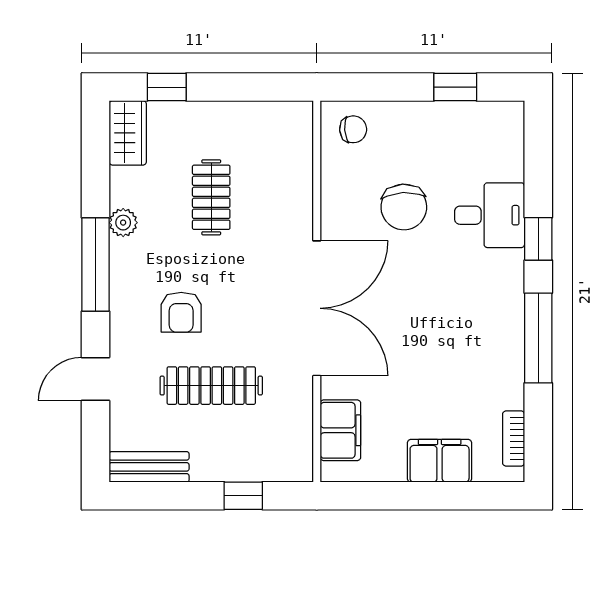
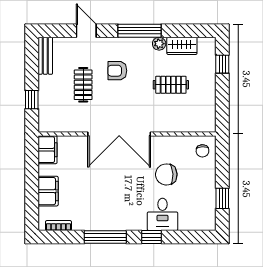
wardrobe: (128, 133) -> (182, 46), moved
clothes rail: (211, 386) -> (83, 85), width x0.73
filing cabinet: (340, 430) -> (48, 150), moved, turned -90

